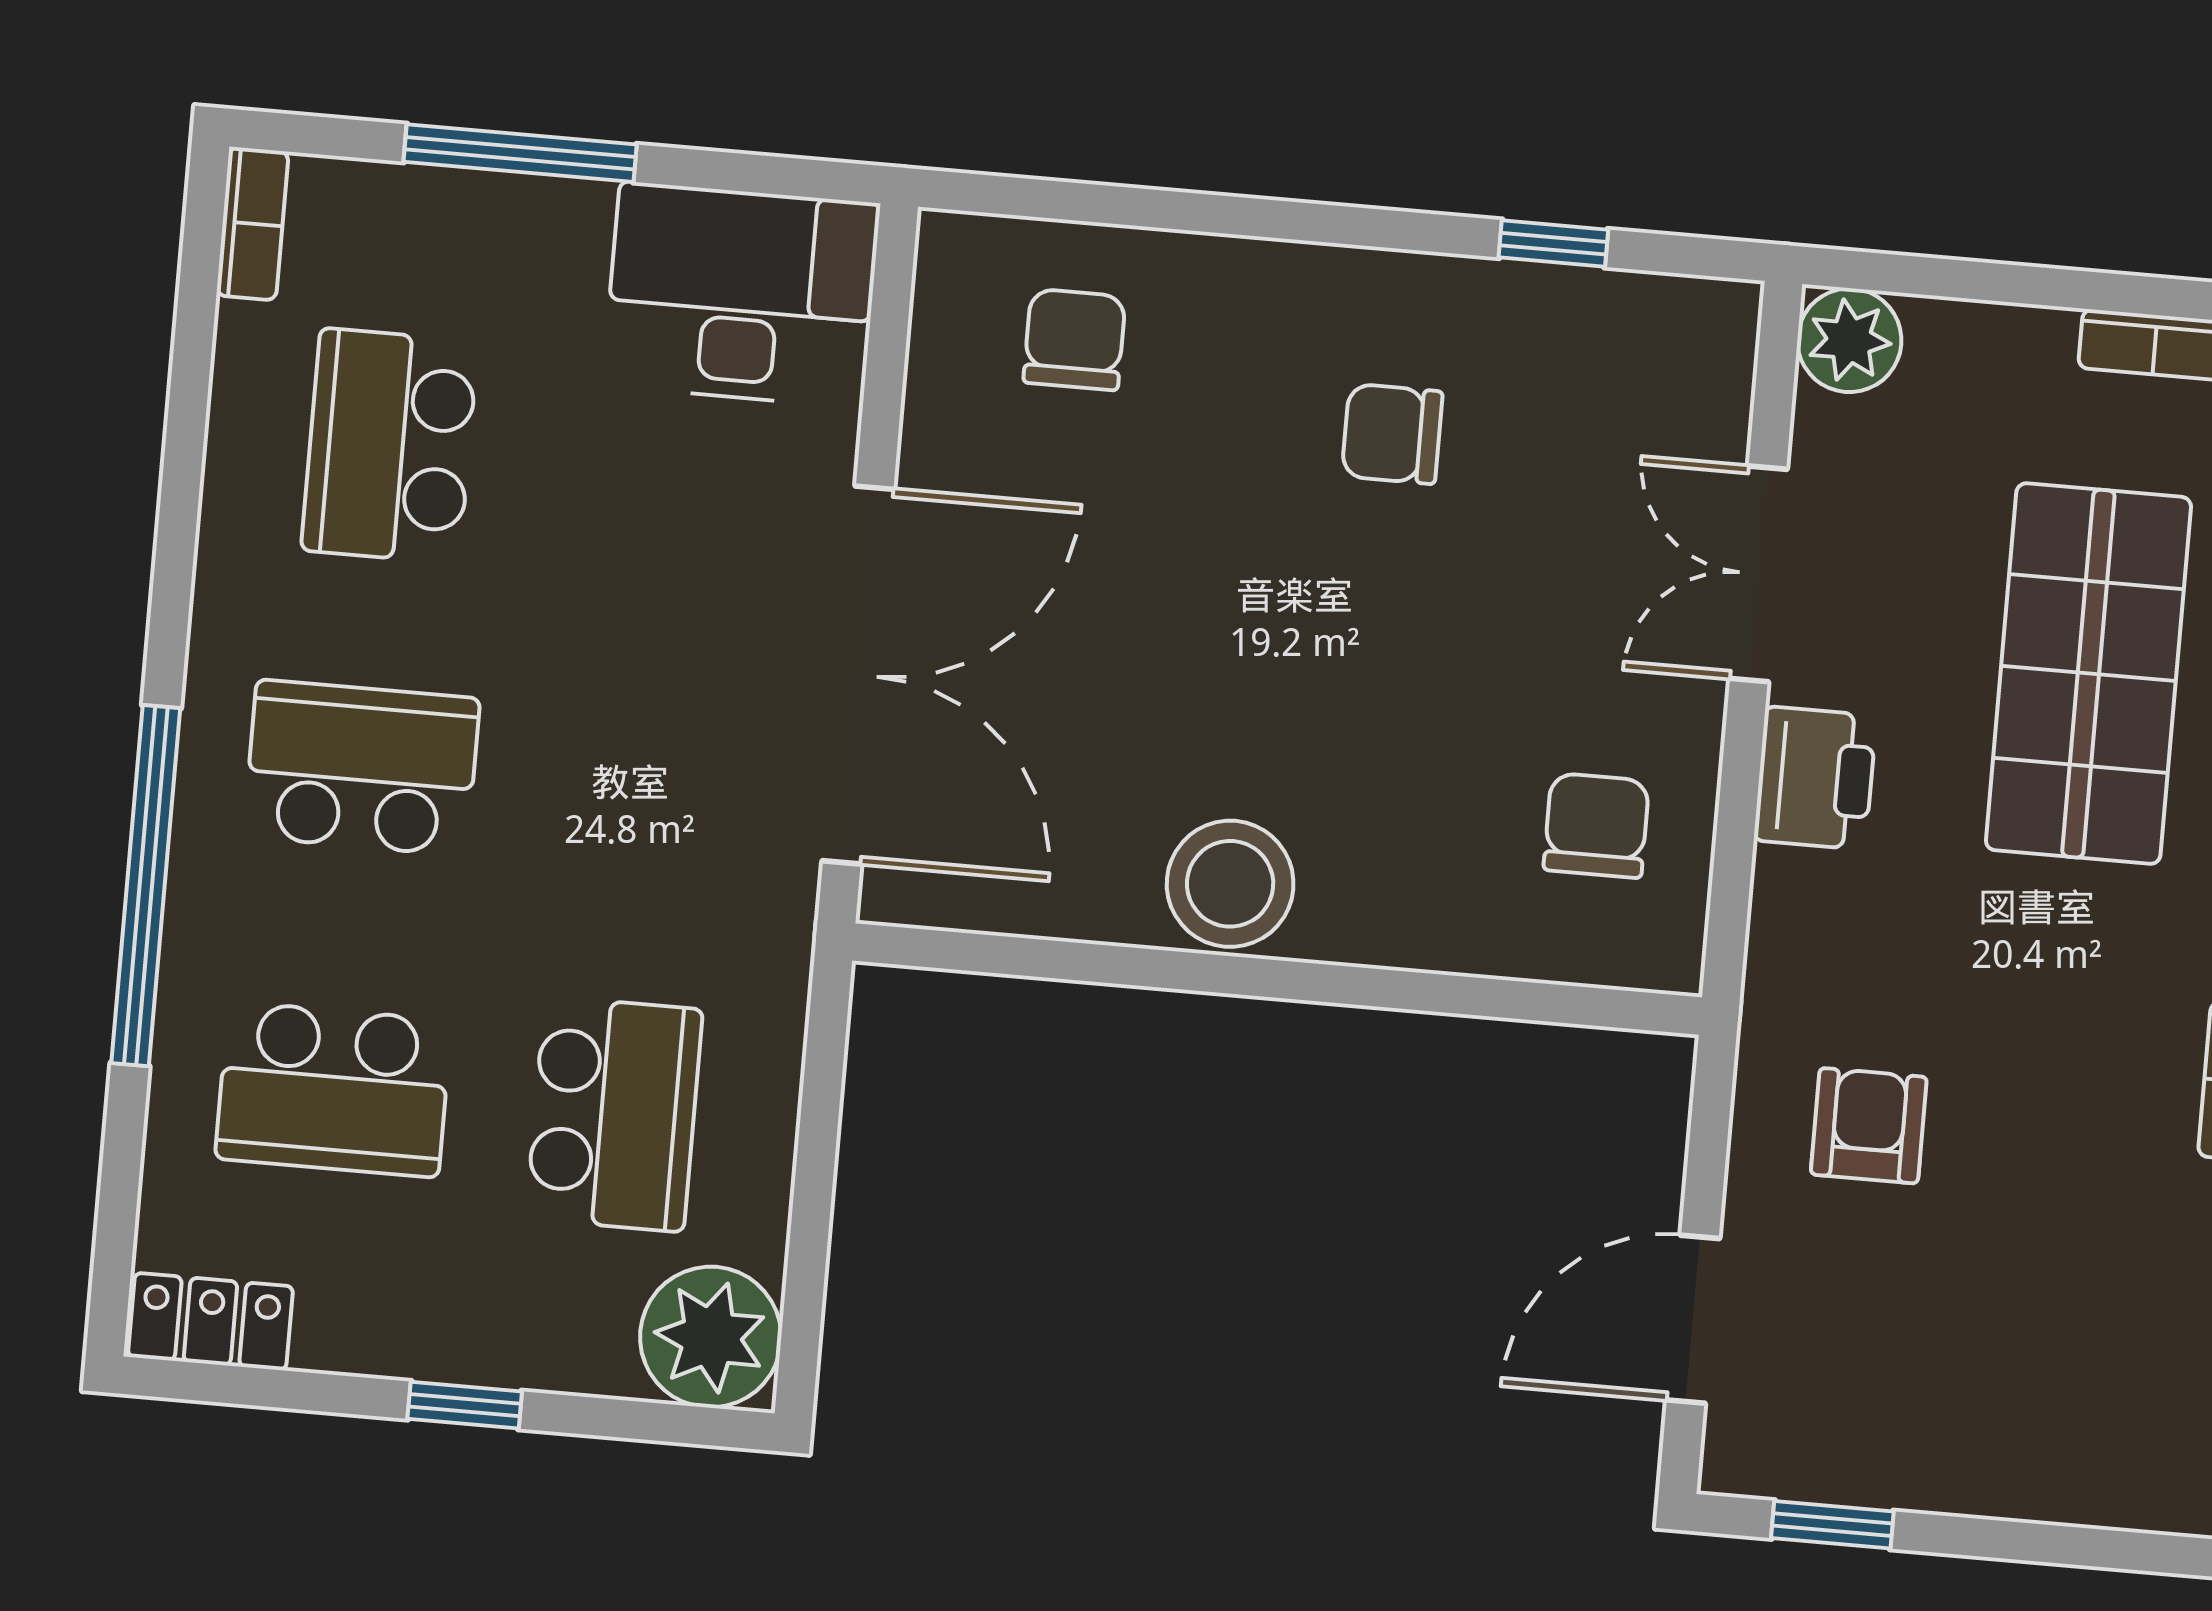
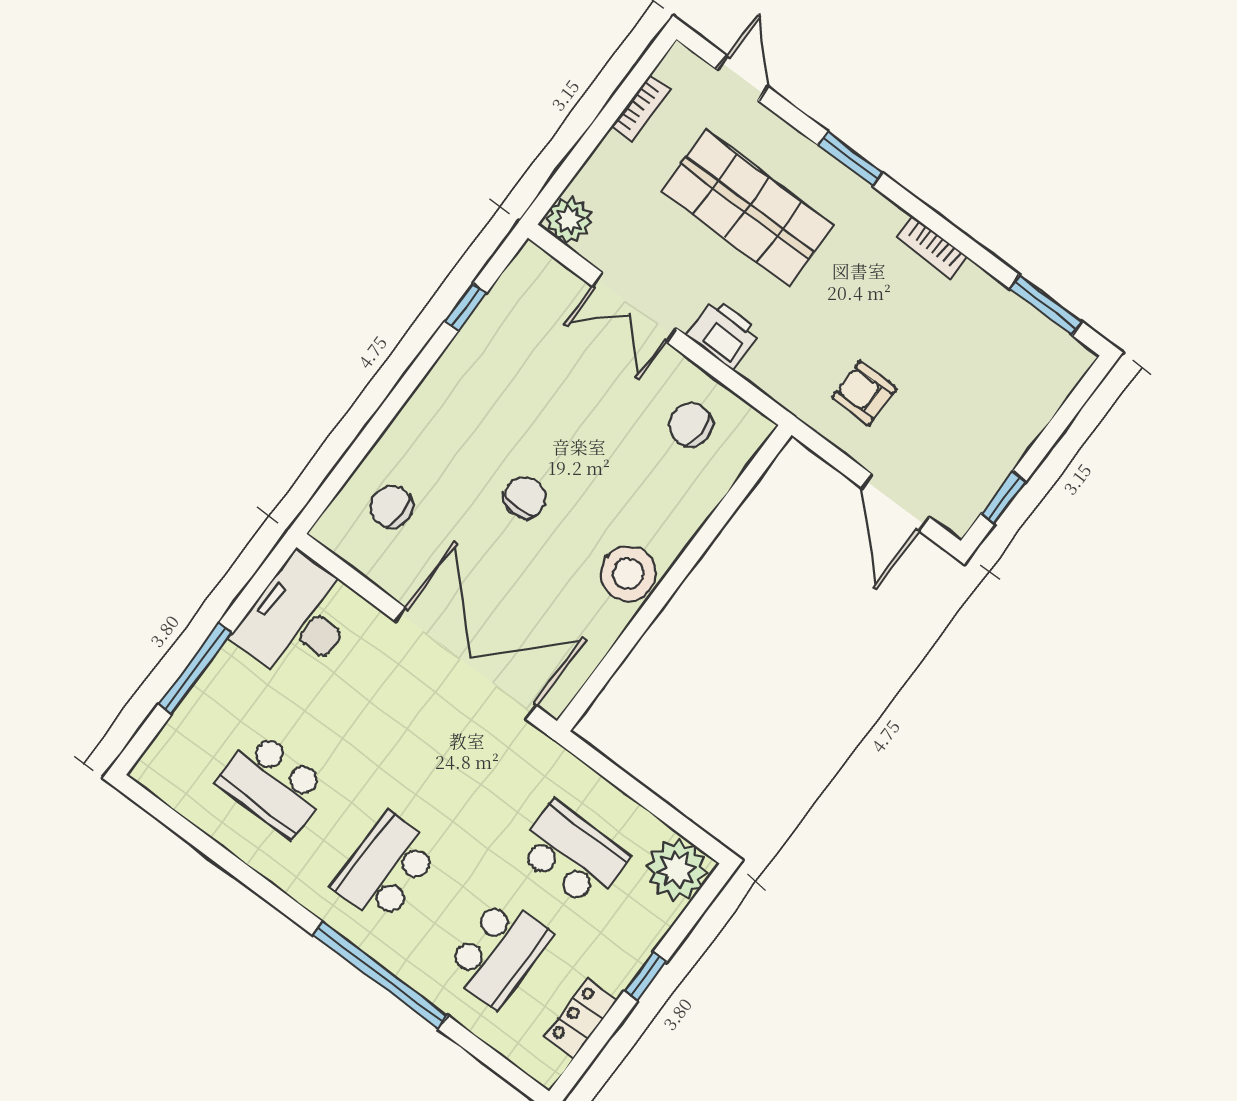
bookcase: (252, 224) -> (160, 784), removed
chair: (1392, 434) -> (525, 498), moved, turned 180
locker: (210, 1322) -> (581, 1019), moved

